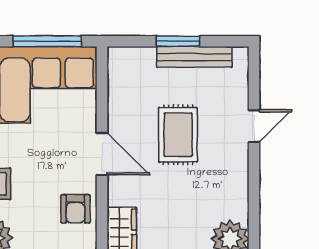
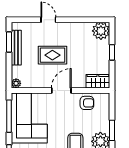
window: (178, 41) -> (9, 42), moved
plant: (117, 57) -> (16, 83), added

